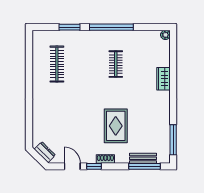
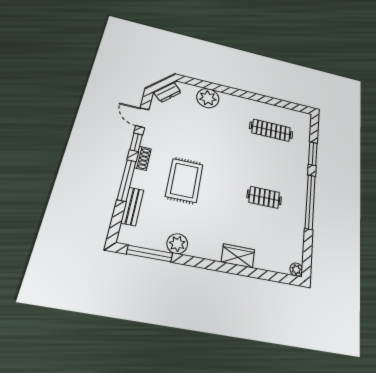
plant: (41, 120) -> (208, 98), added
plant: (163, 123) -> (177, 244), added
rug: (116, 126) -> (184, 180), turned 90
door: (72, 166) -> (142, 118), swing flipped
window: (145, 166) -> (127, 180), moved

